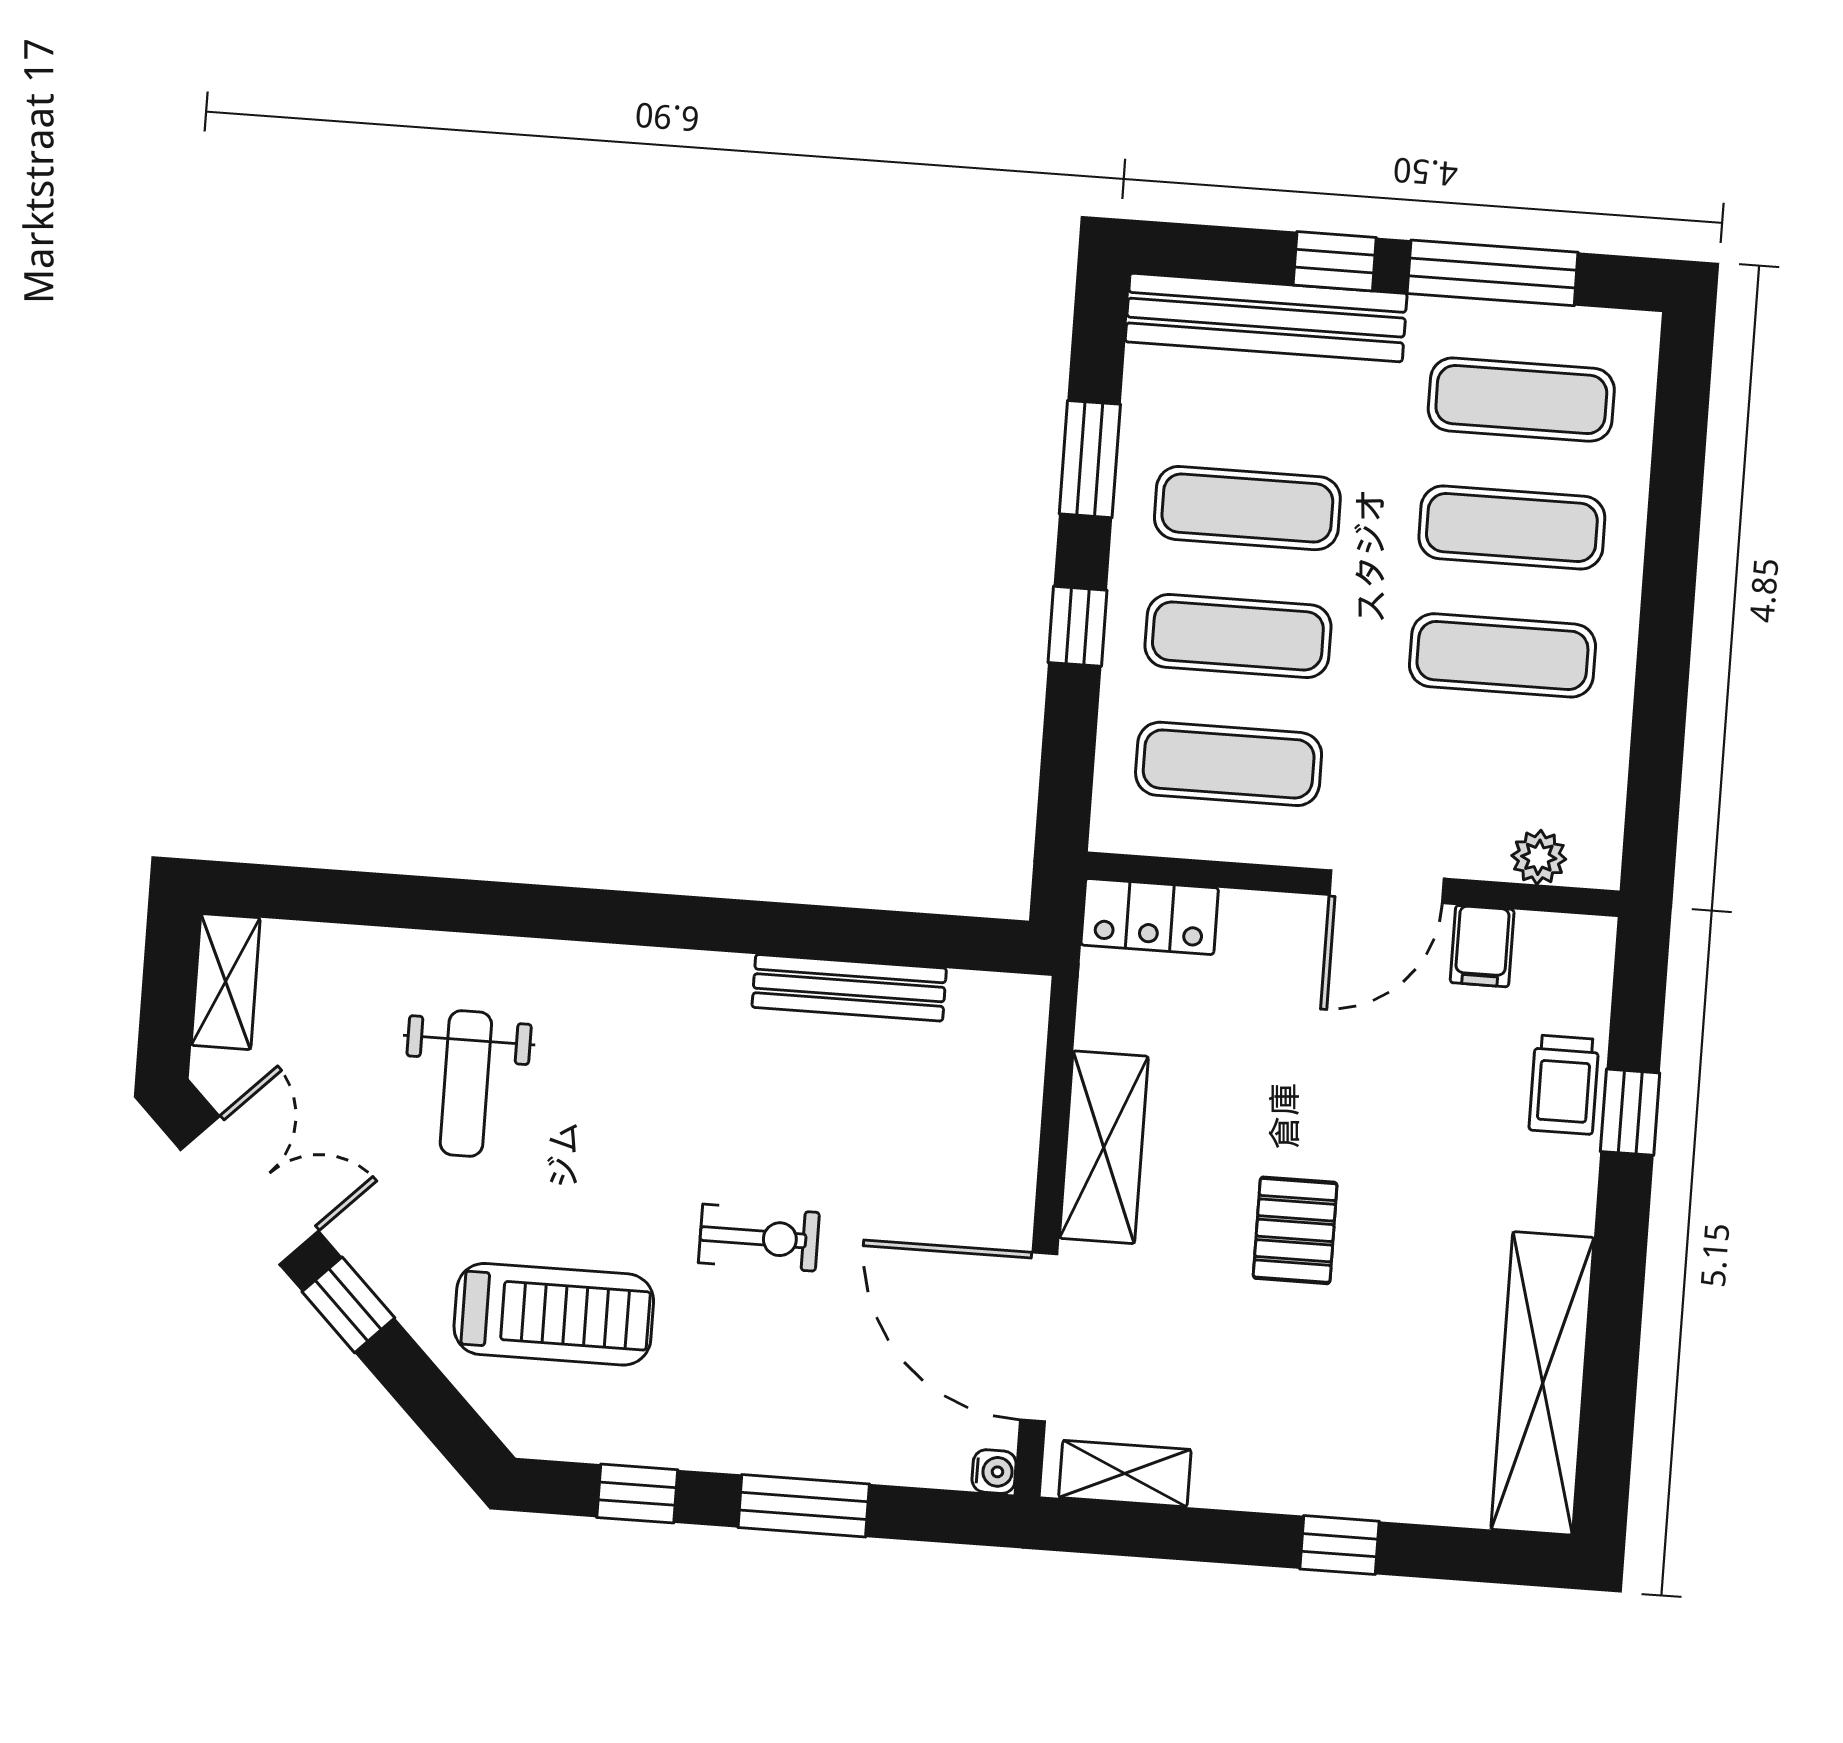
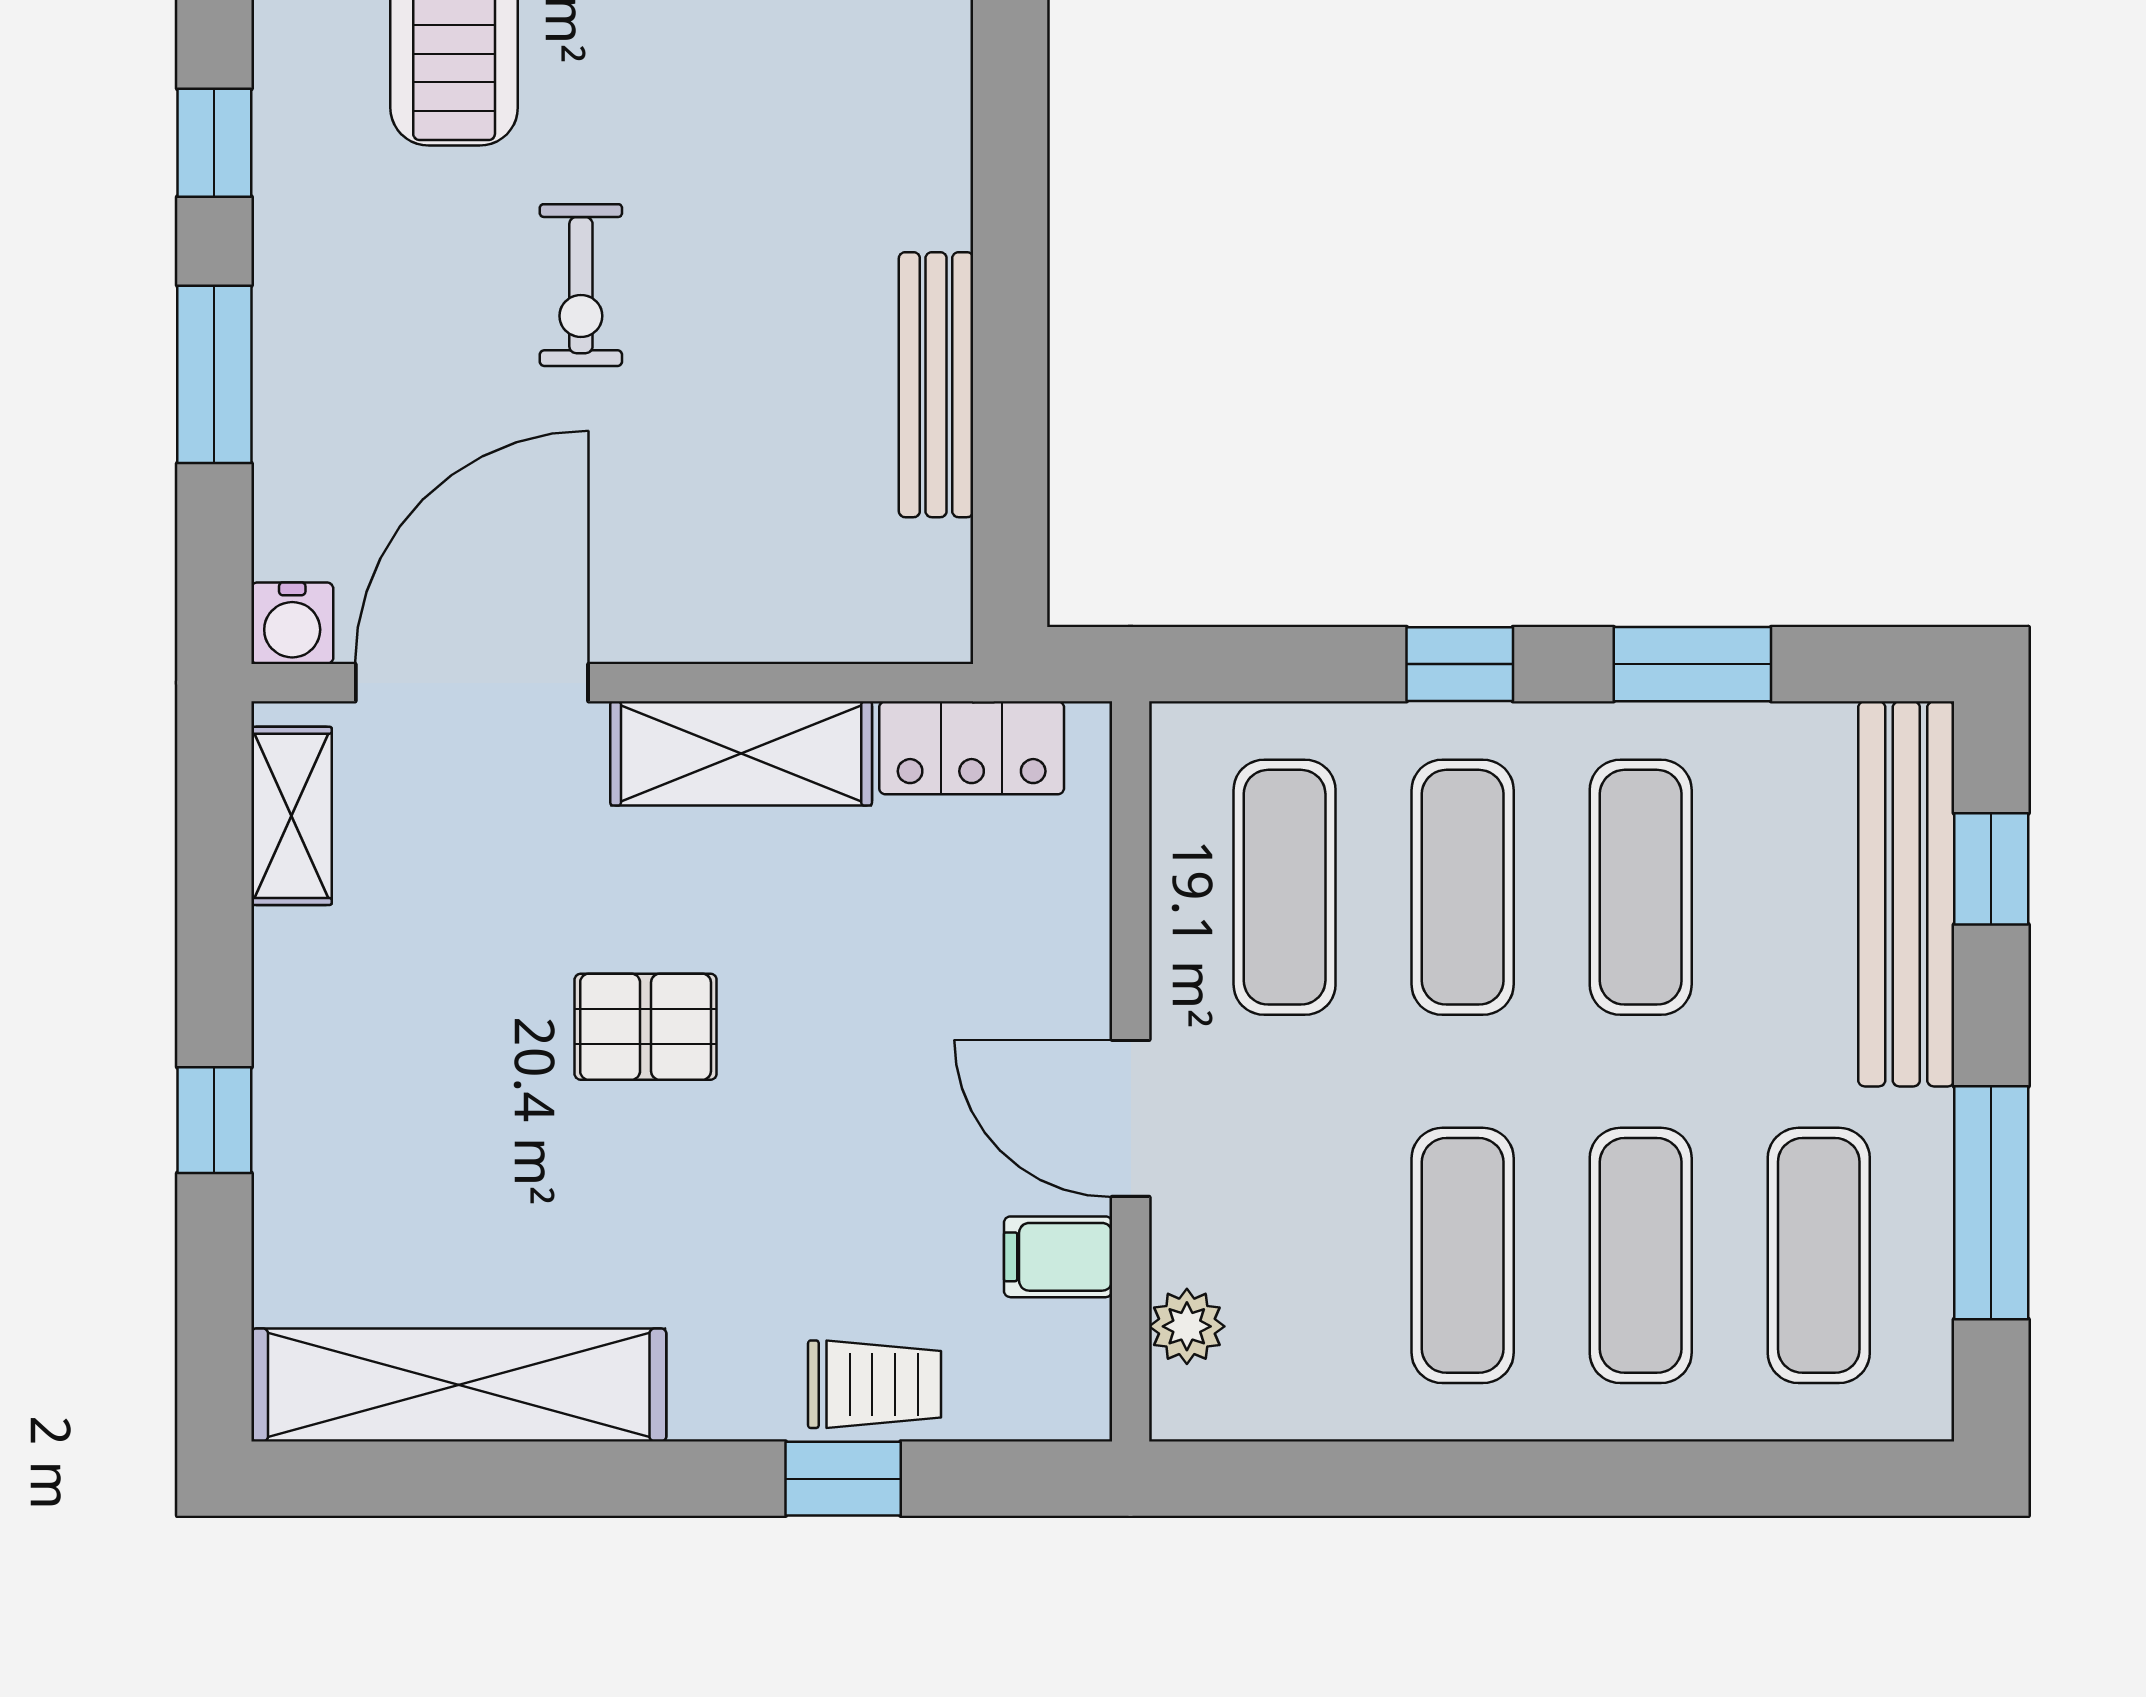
window: (1335, 261) -> (1991, 869), moved
locker: (1150, 916) -> (972, 748), moved, turned -90
trolley: (1564, 1085) -> (874, 1384), turned 180
water cooler: (994, 1472) -> (292, 623), width x1.38, depth x1.38

